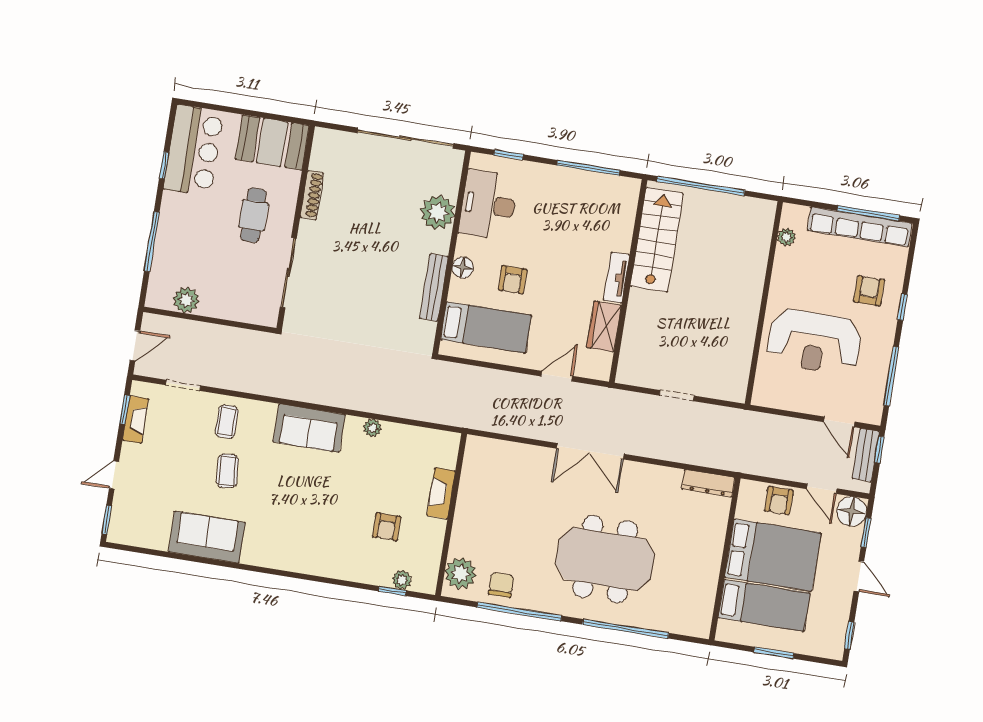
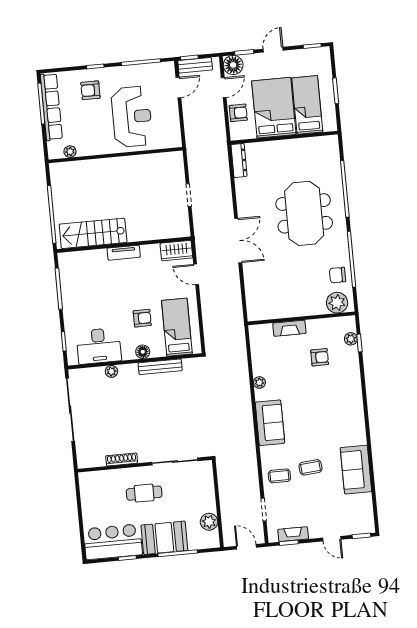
booth: (272, 142) -> (164, 538), moved, turned 90
plant: (438, 212) -> (111, 371), width x0.53, depth x0.53
wardrobe: (604, 326) -> (176, 251), moved

